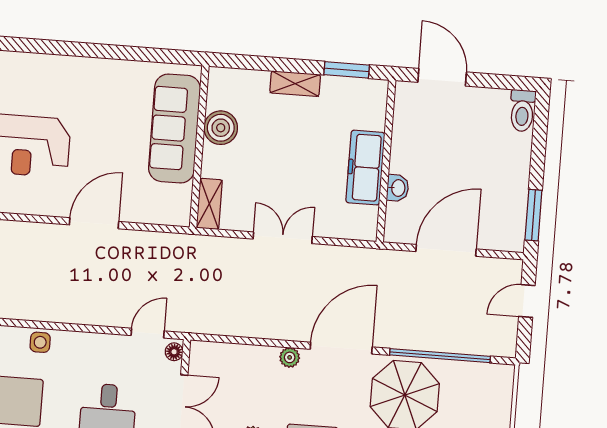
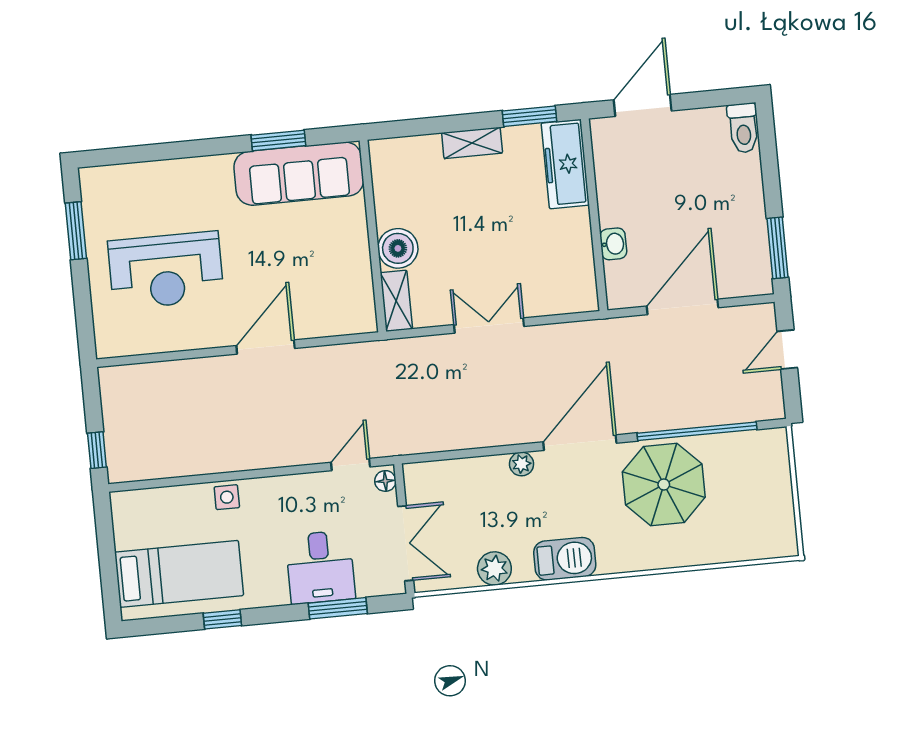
window: (135, 54) -> (278, 140), added
door: (442, 77) -> (643, 105), hinge flipped
sofa: (174, 128) -> (299, 174), moved, turned -90
boiler: (221, 128) -> (398, 248), moved
freezer: (365, 168) -> (565, 164), moved

